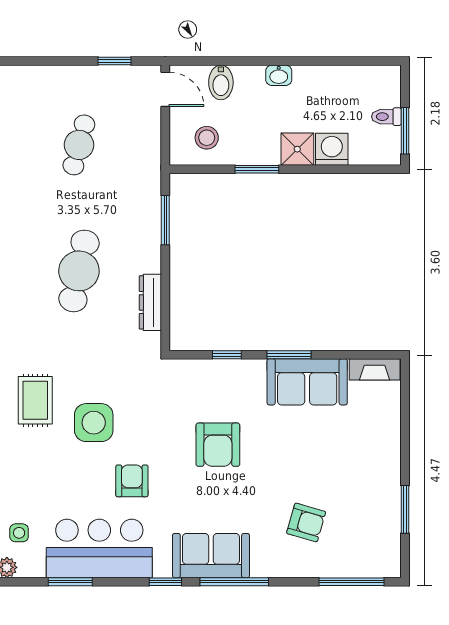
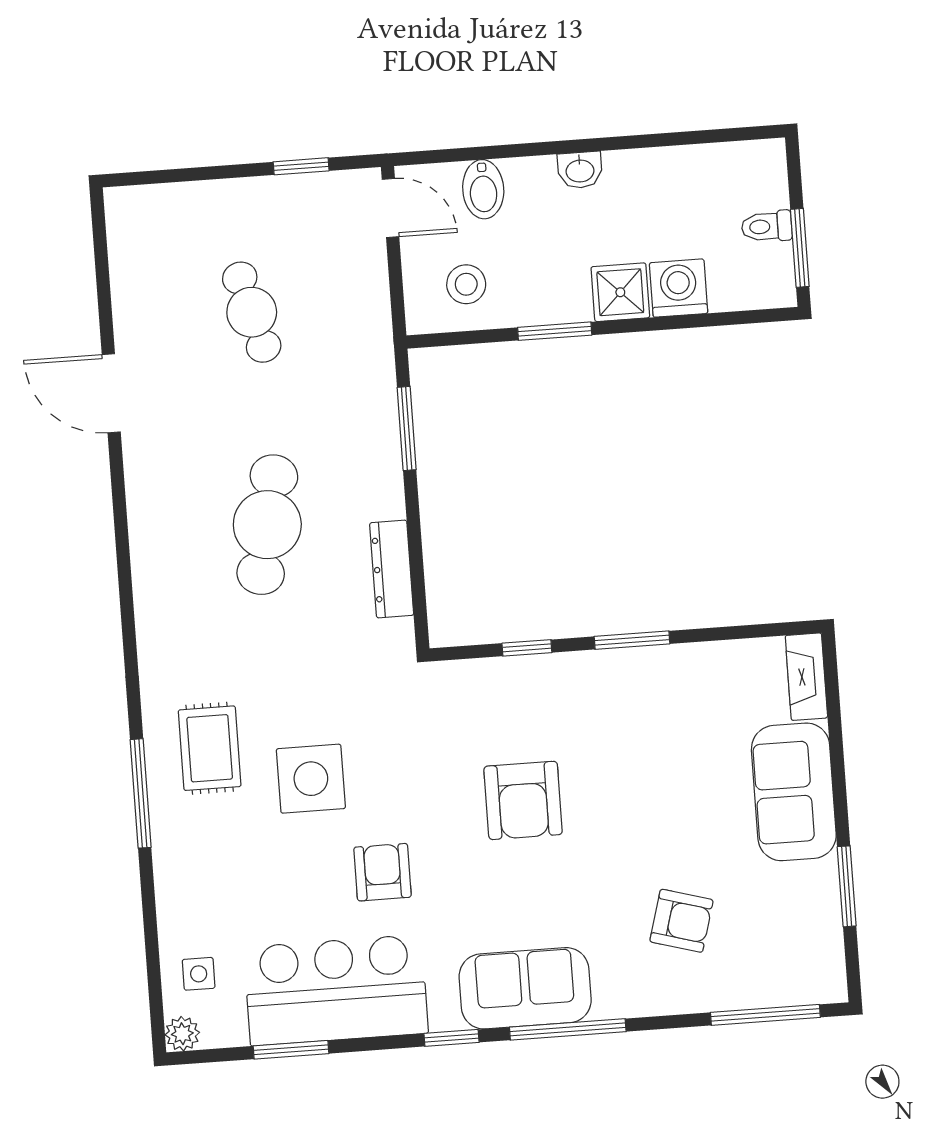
cafe table: (79, 145) -> (252, 312), turned -30
fireplace: (375, 369) -> (806, 677), moved, turned 90
sofa: (307, 382) -> (794, 792), moved, turned 90

